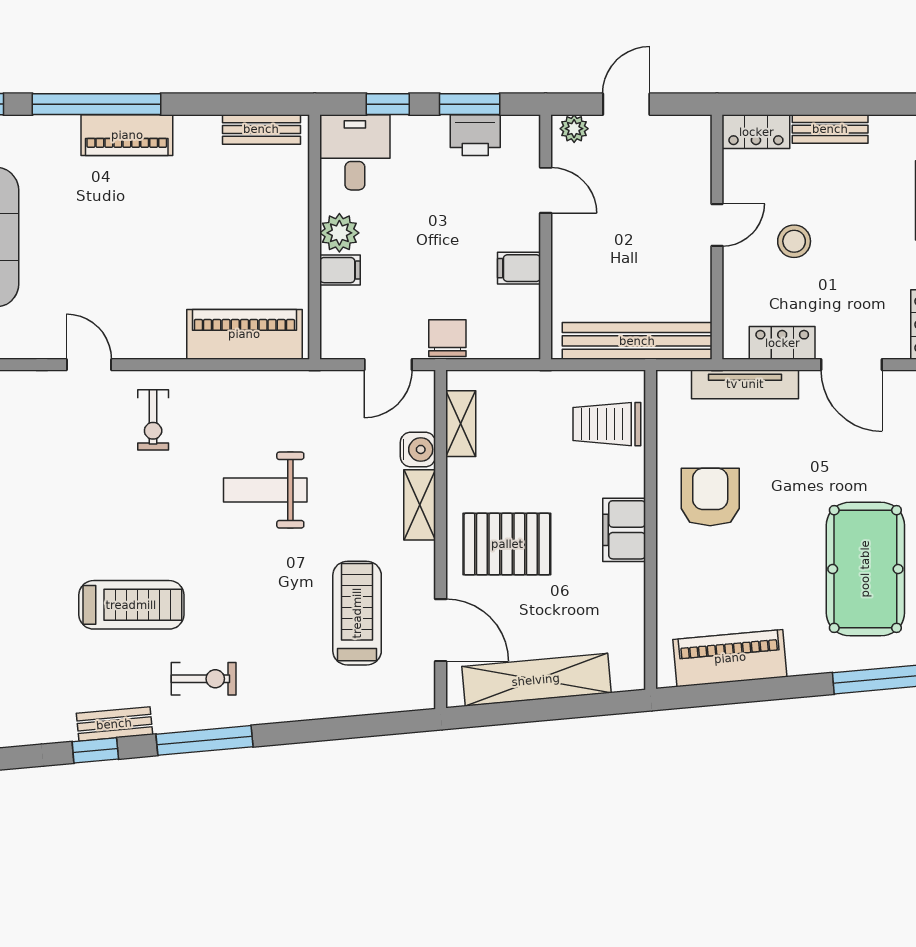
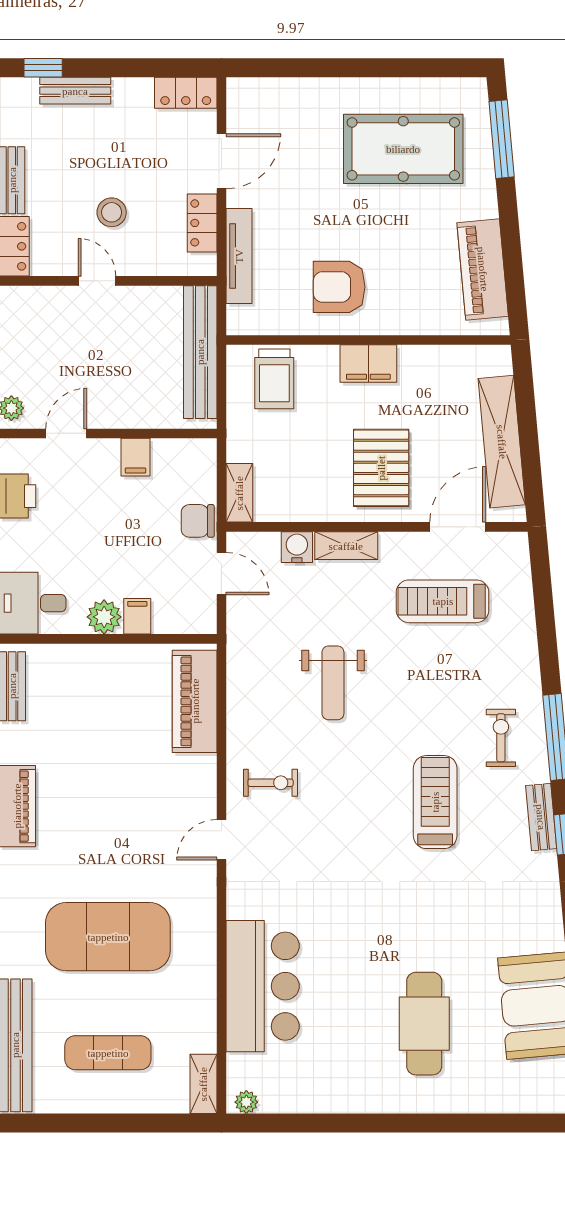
shelving: (461, 424) -> (239, 493), moved, turned 90

